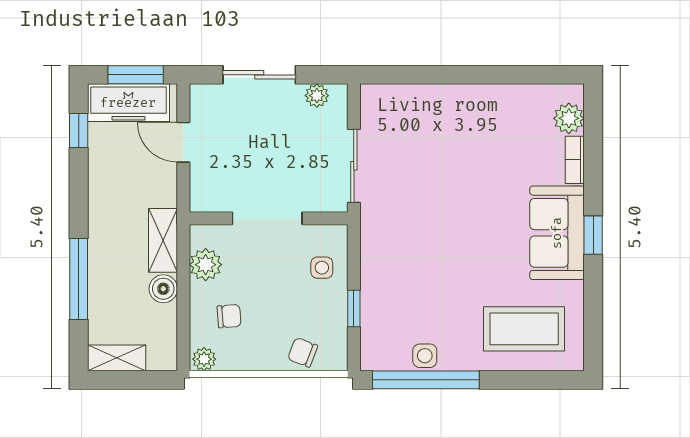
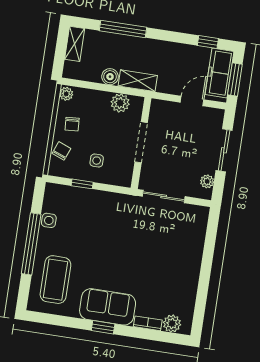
side table: (322, 268) -> (97, 161), moved
chair: (229, 316) -> (72, 124), moved
window: (426, 380) -> (31, 244), moved

